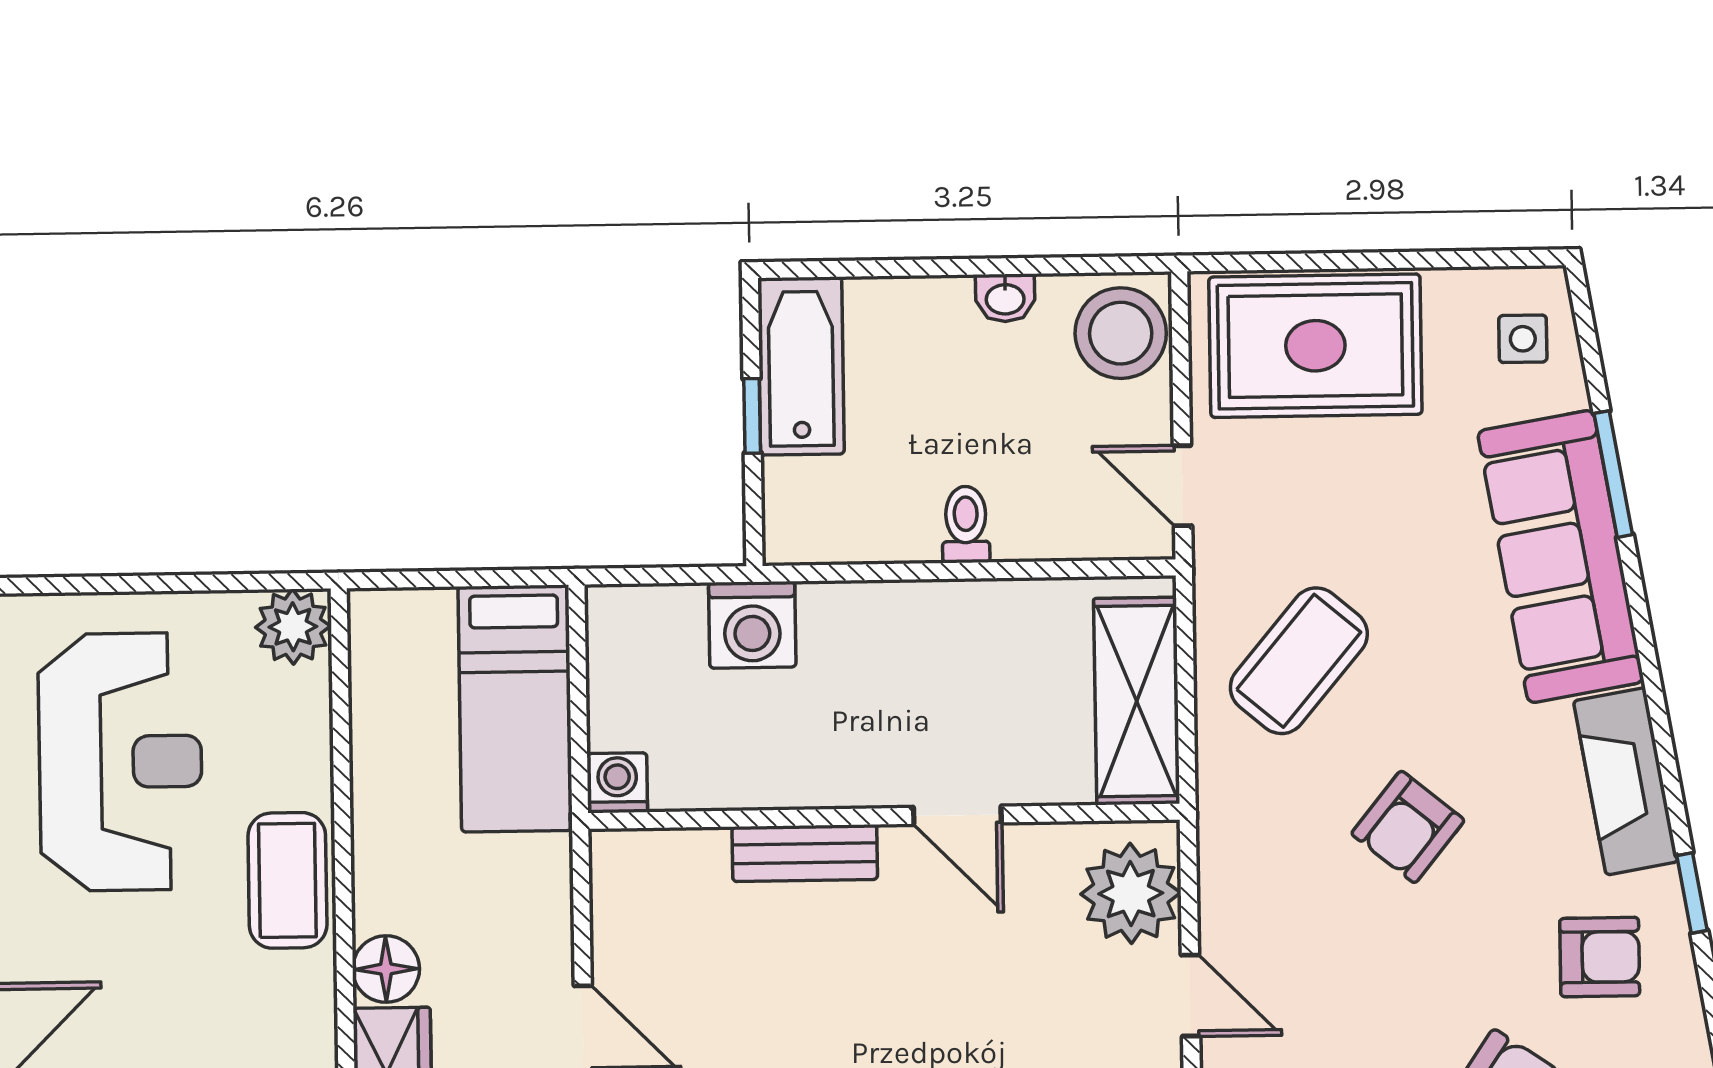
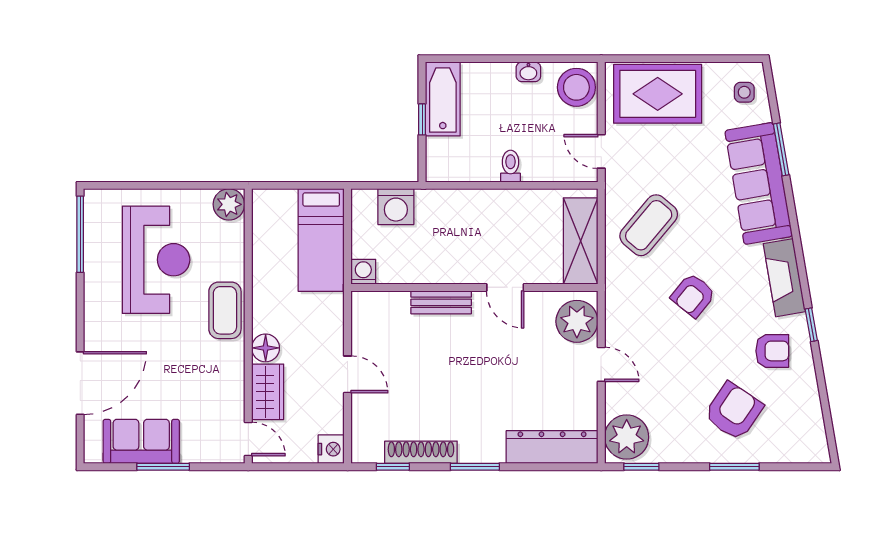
washing machine: (752, 625) -> (396, 207), moved

